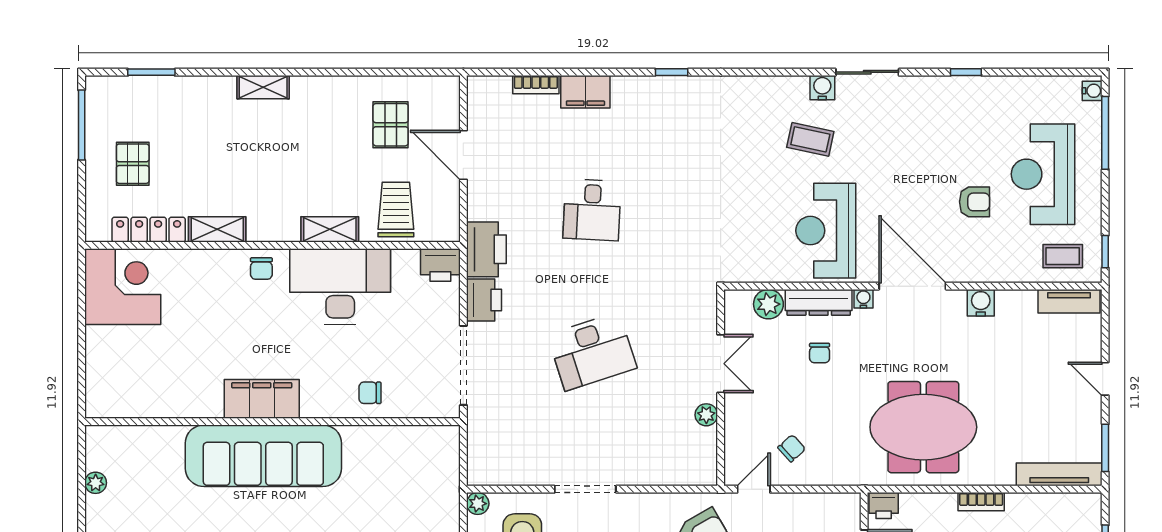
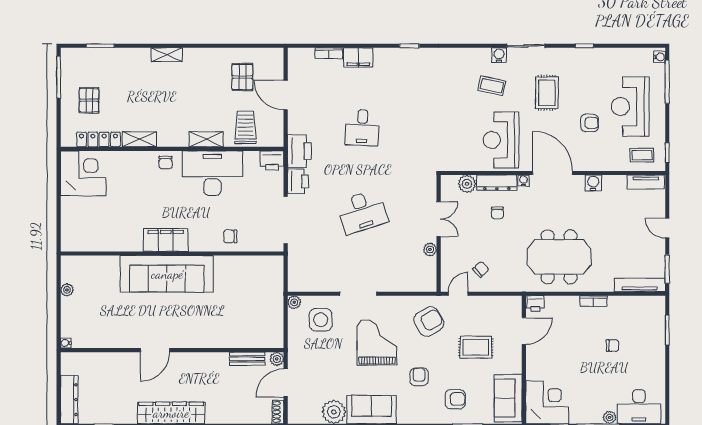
rug: (903, 151) -> (547, 93), added

